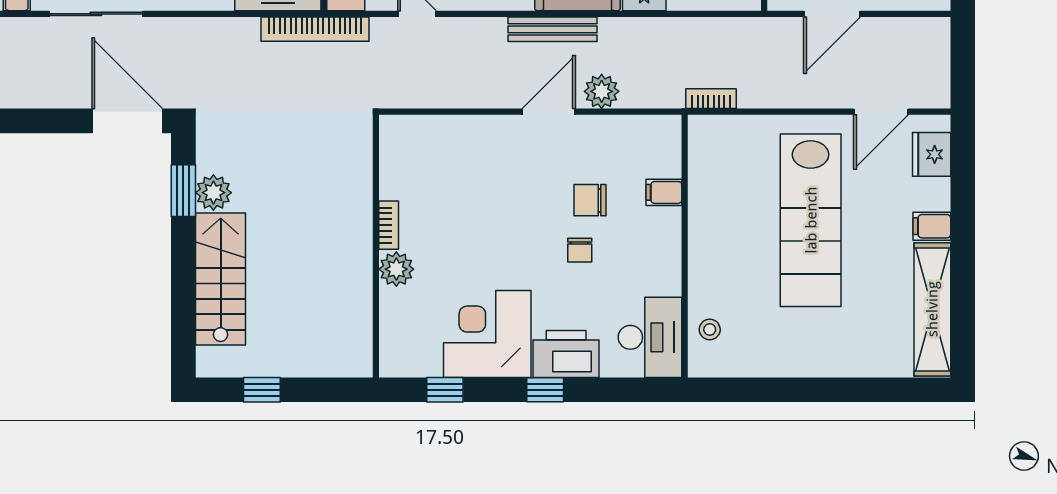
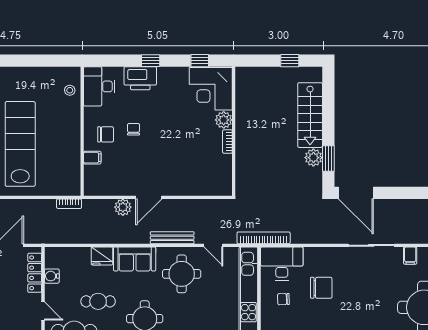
bench: (552, 29) -> (172, 238), moved
chair: (590, 200) -> (106, 134), moved
corner desk: (487, 334) -> (211, 89), moved, turned 90

